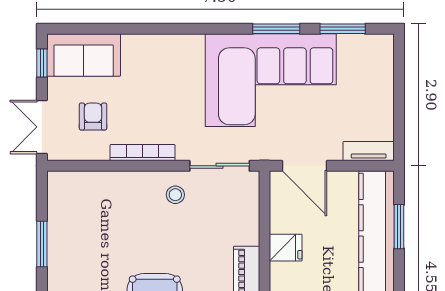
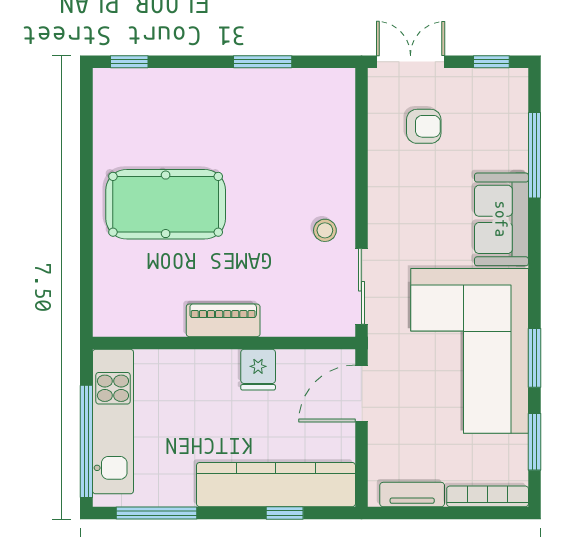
window: (116, 29) -> (535, 155), added
sofa: (84, 55) -> (501, 219), moved
tv unit: (369, 151) -> (412, 495), moved, turned -90
bookcase: (143, 153) -> (488, 496), moved, turned -90
window: (399, 227) -> (285, 513), width x0.67

